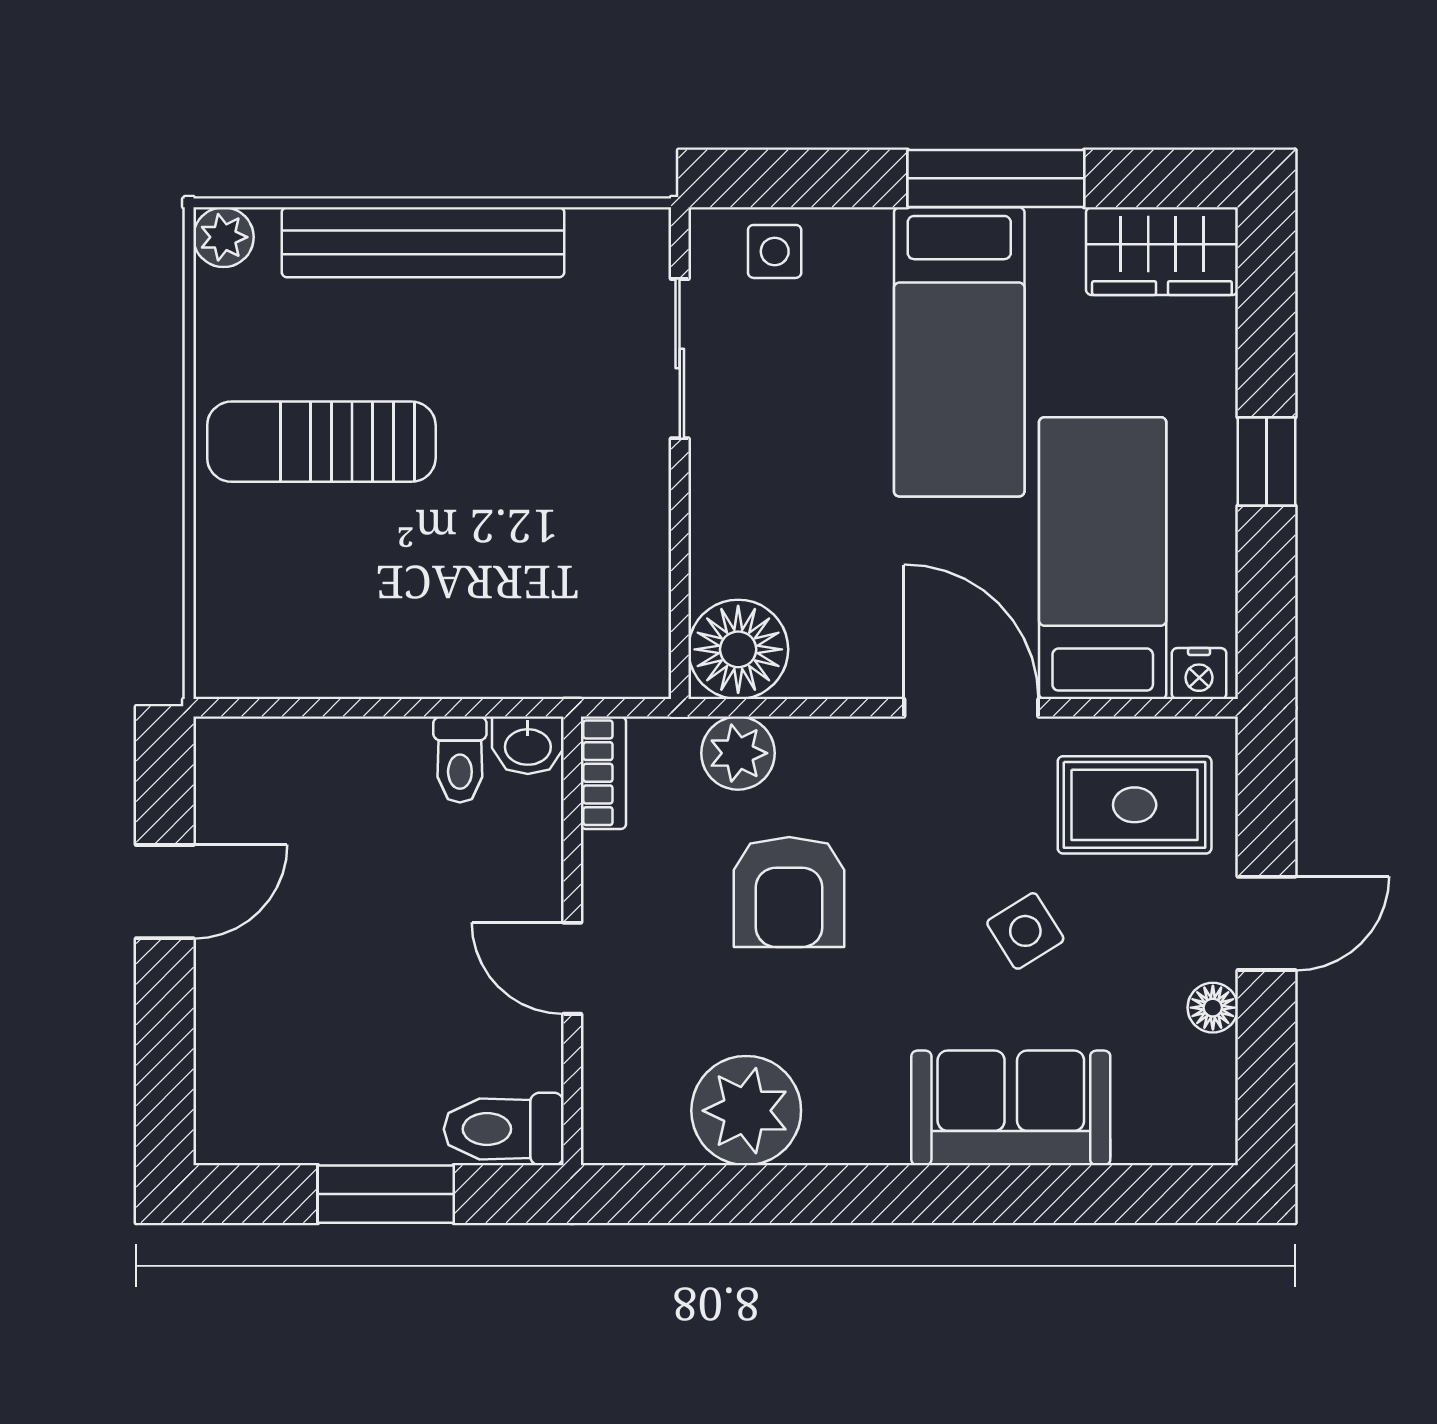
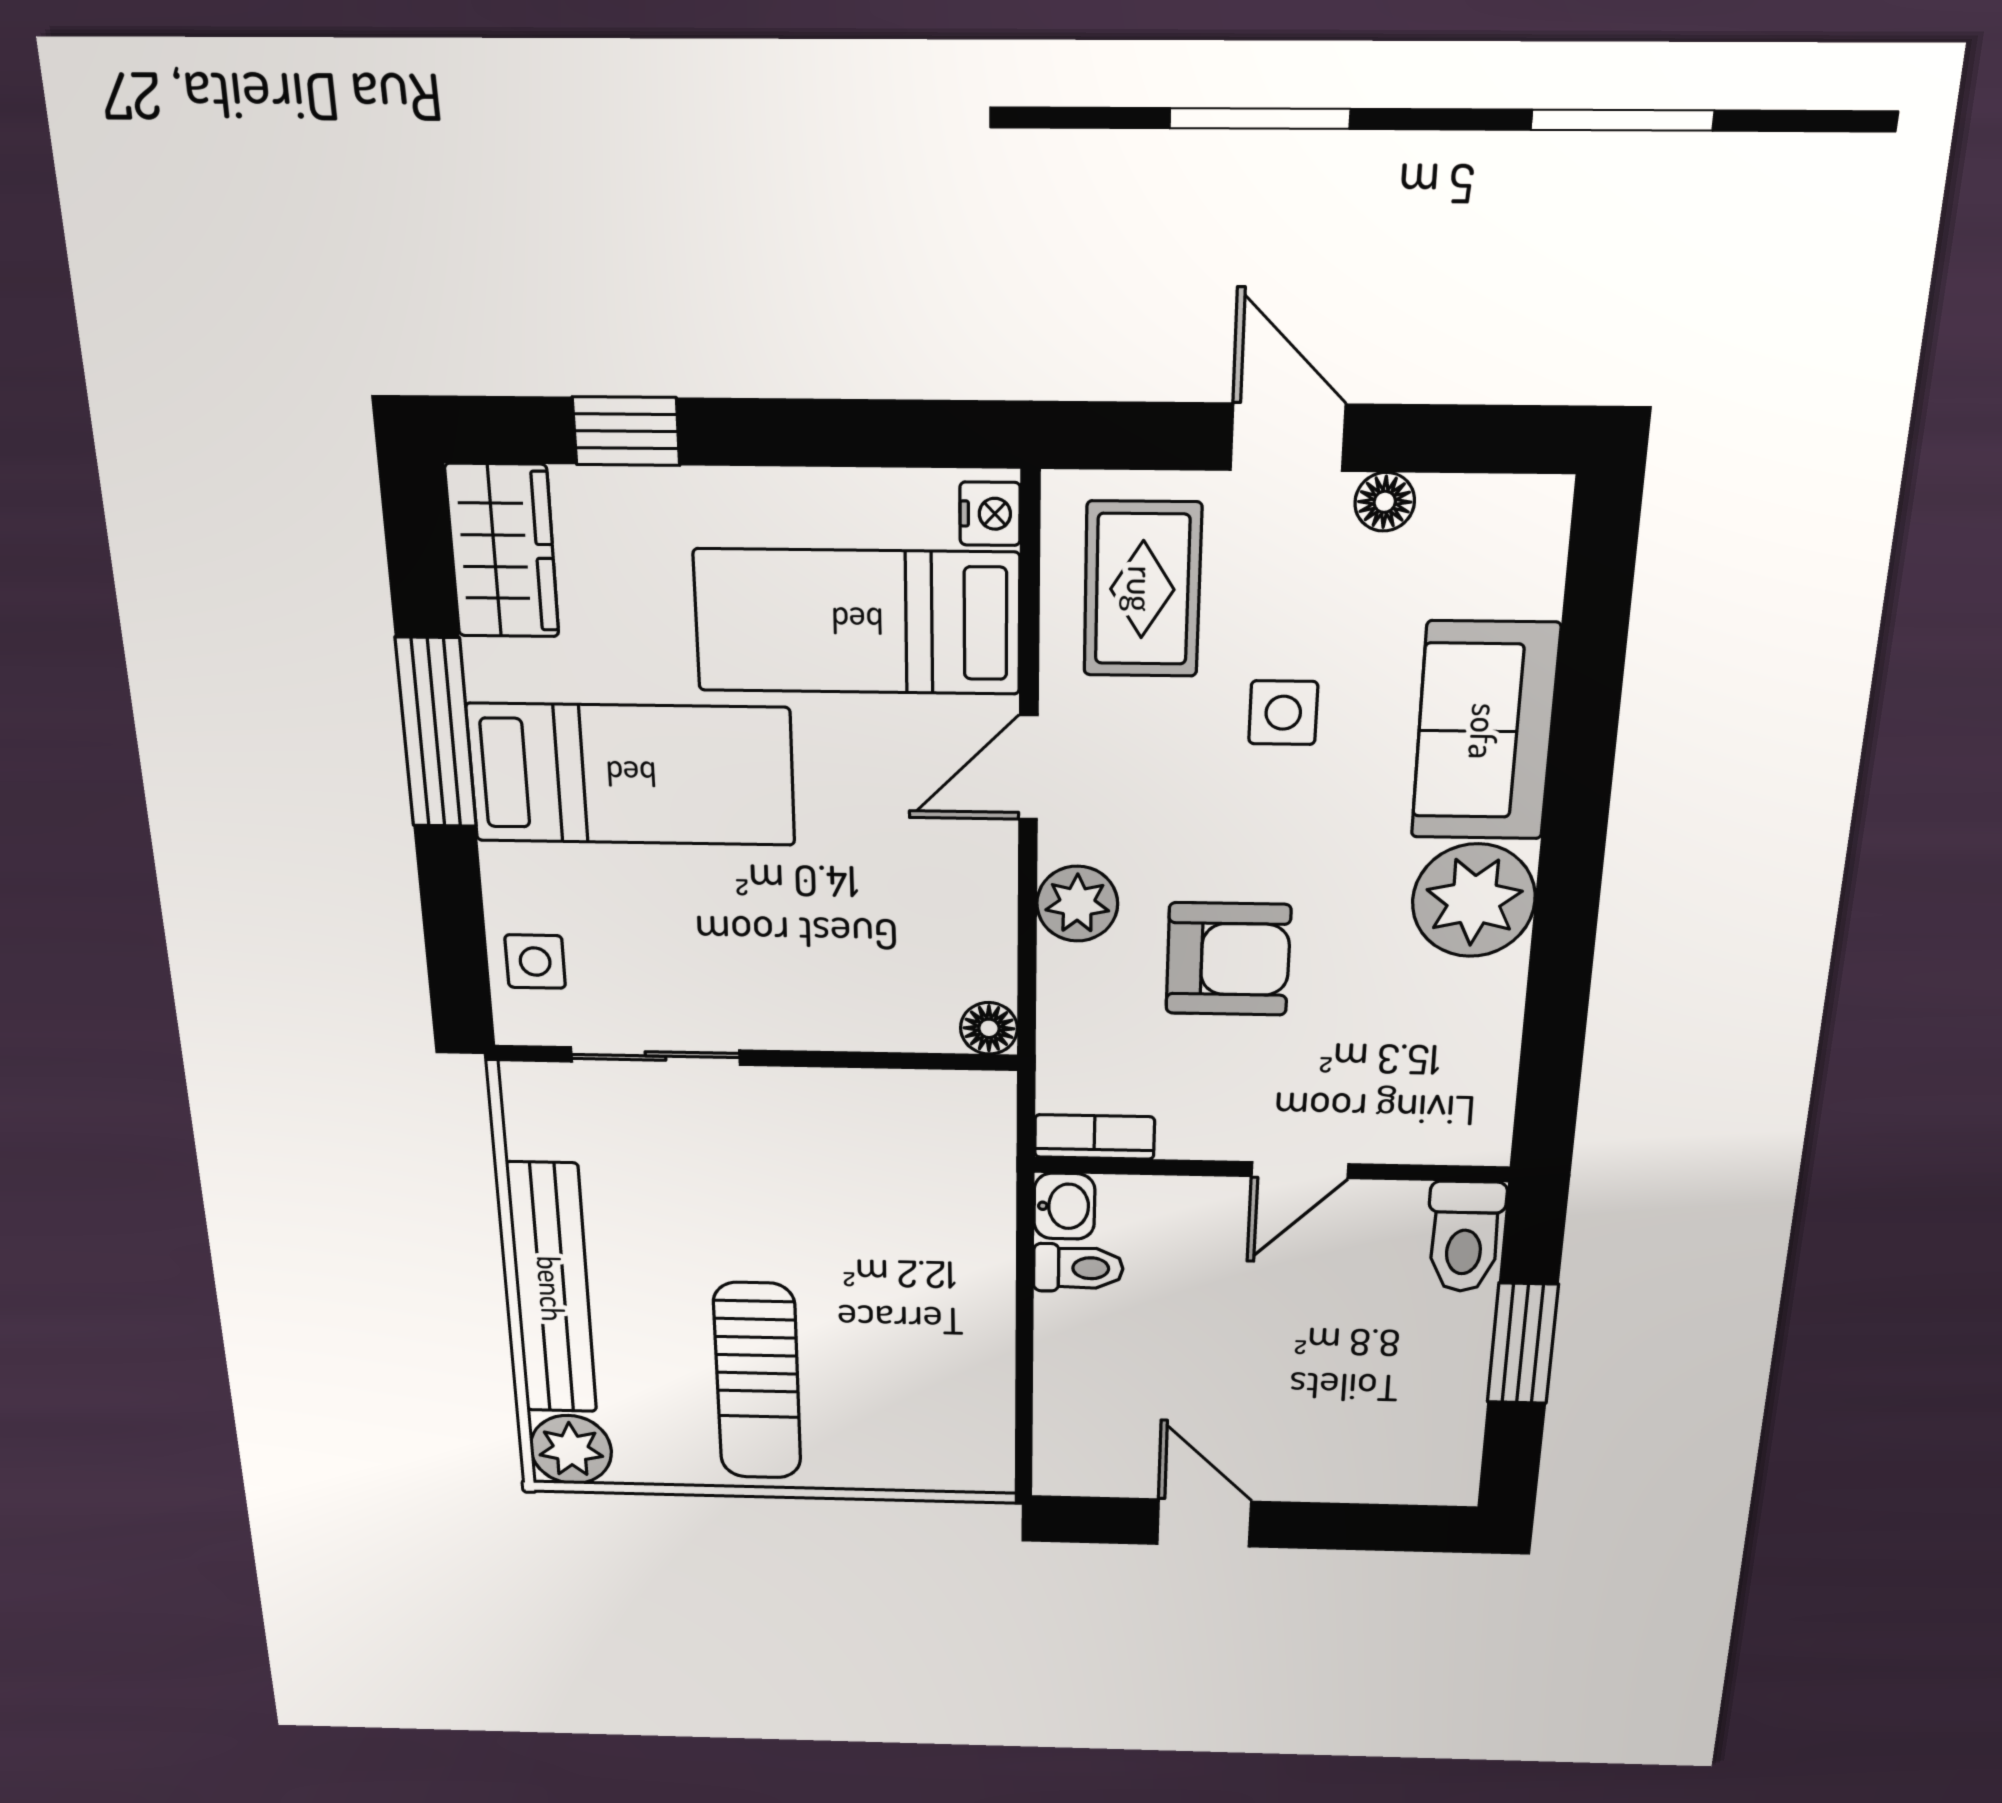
plant: (223, 237) -> (571, 1450), width x1.38, depth x1.38
window: (1266, 461) -> (626, 431), moved
floor lamp: (738, 649) -> (989, 1028), width x0.53, depth x0.53
door: (971, 708) -> (1028, 767), width x0.73
plant: (738, 753) -> (1077, 904), moved
side table: (1025, 931) -> (1283, 713), turned 32
plant: (746, 1111) -> (1474, 900), moved

